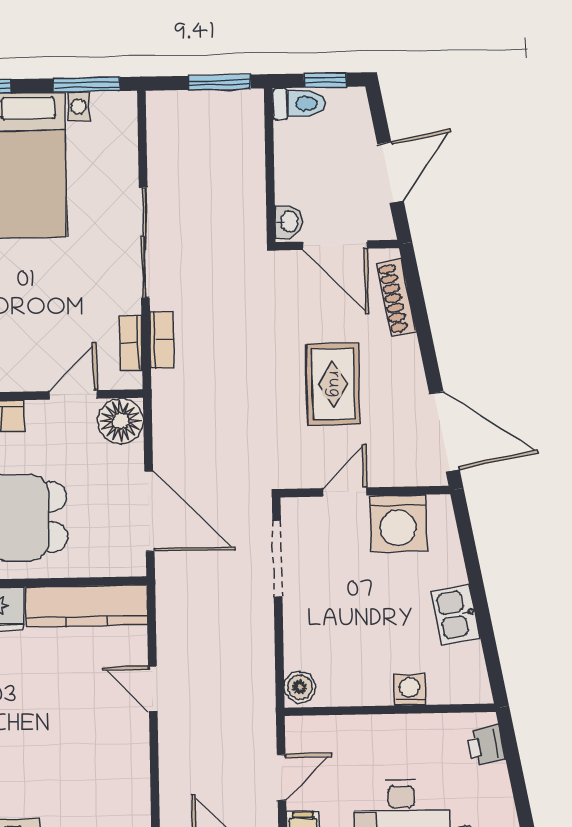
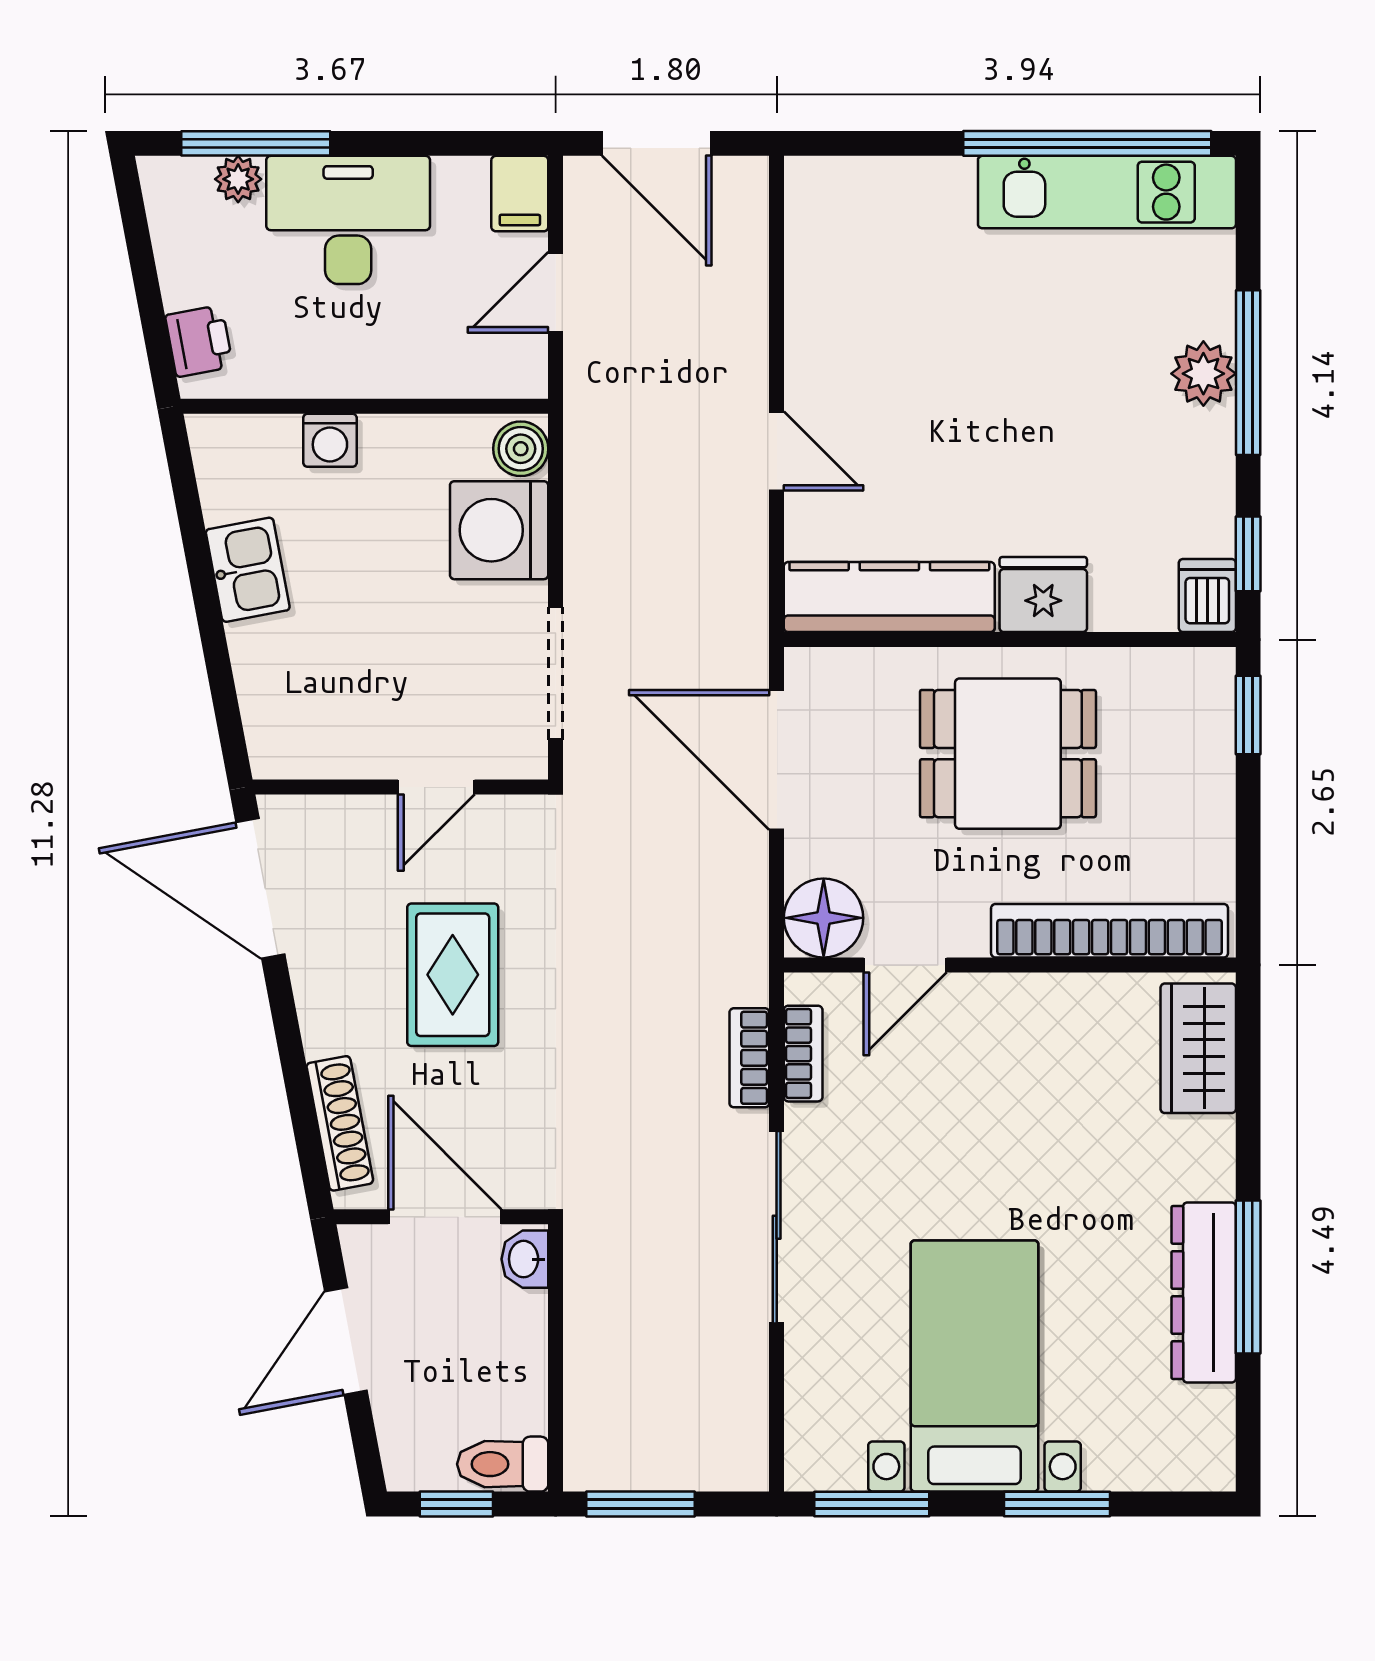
washing machine: (398, 523) -> (499, 530), moved, turned -90

